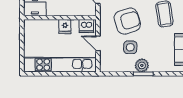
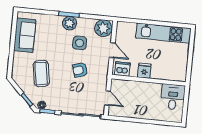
armchair: (127, 21) -> (80, 70), width x0.53, depth x0.53
plant: (109, 64) -> (103, 28), added
kitchen unit: (60, 65) -> (163, 33), width x0.73

